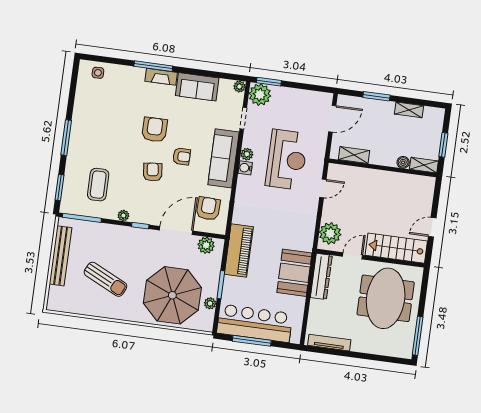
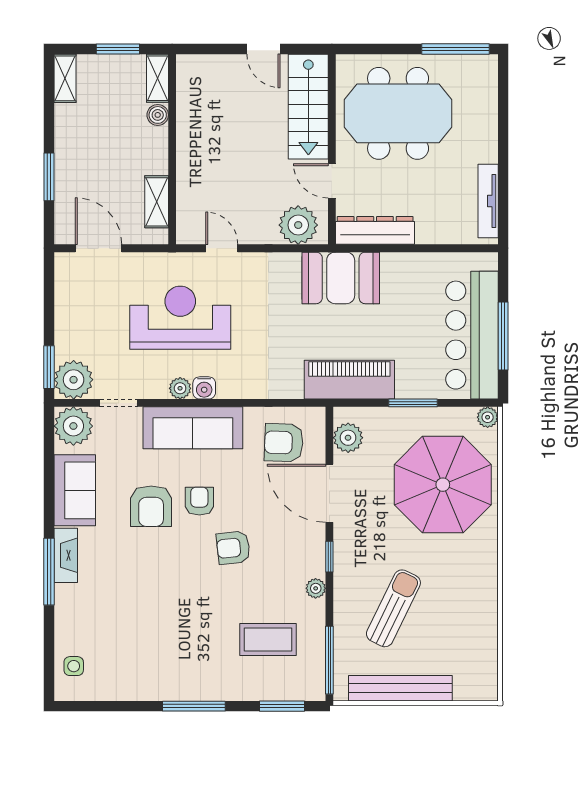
plant: (239, 87) -> (73, 426), width x1.88, depth x1.88
shelving: (409, 110) -> (65, 78), moved
armchair: (154, 130) -> (151, 506), moved, turned -90
booth: (294, 273) -> (341, 278), moved
sun lounger: (105, 279) -> (393, 608), moved
plant: (210, 303) -> (488, 417), moved

